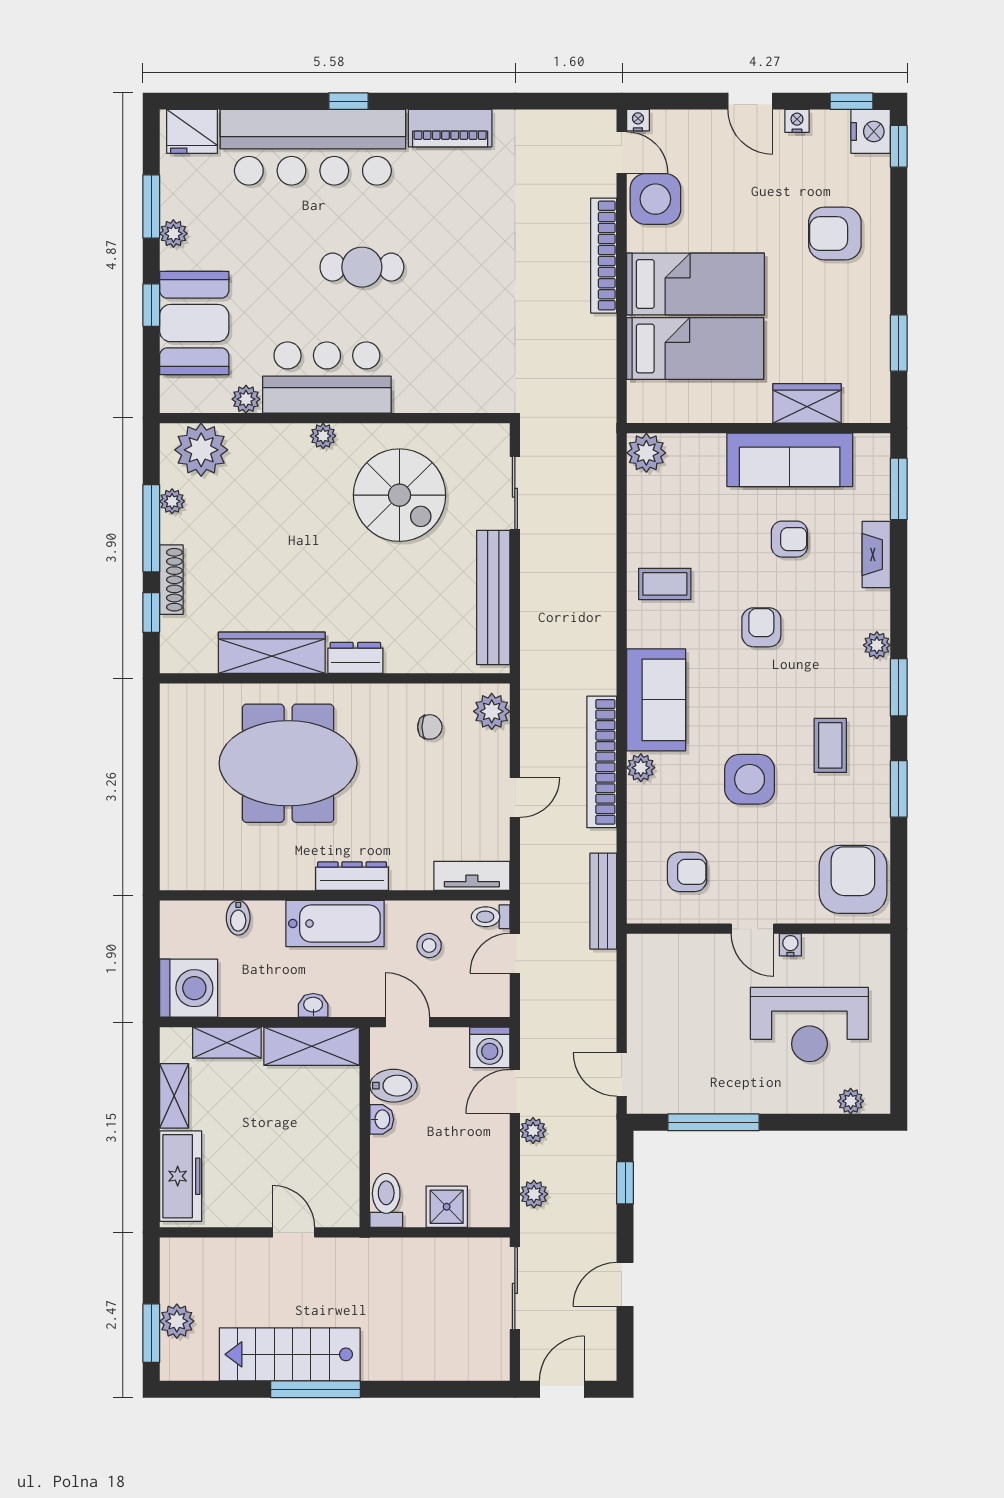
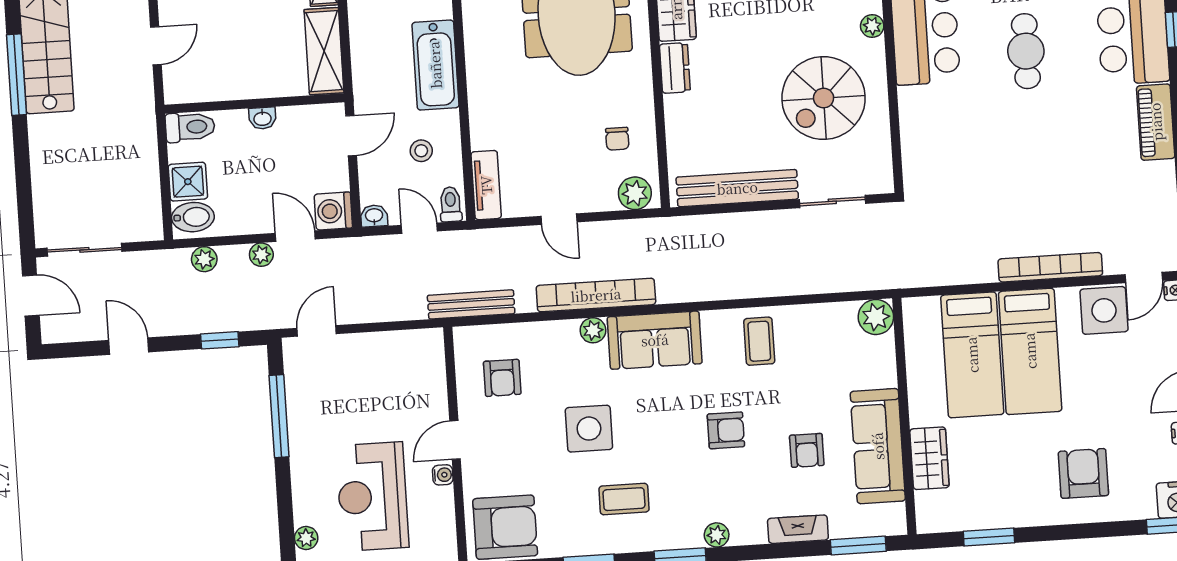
dresser: (352, 876) -> (479, 78), removed
washbasin: (313, 1005) -> (374, 216), moved, turned -90
bidet: (393, 1086) -> (193, 217), moved, turned -90
sliding door: (515, 1288) -> (84, 250), moved

